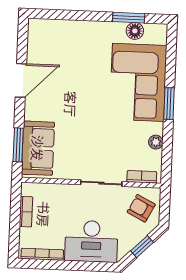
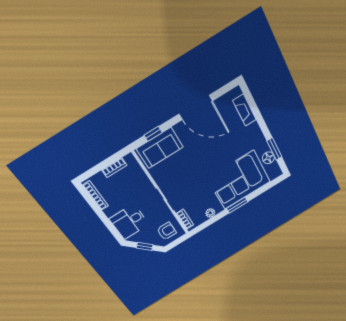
fireplace: (60, 28) -> (245, 110), added
door: (21, 80) -> (196, 107), width x1.36
window: (18, 145) -> (153, 134), width x0.67
armchair: (141, 208) -> (167, 231), turned 63
desk: (91, 241) -> (129, 222), width x0.73

